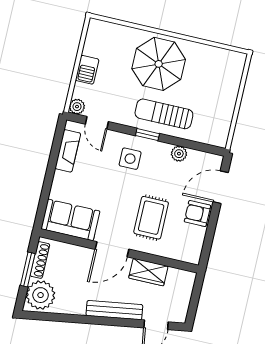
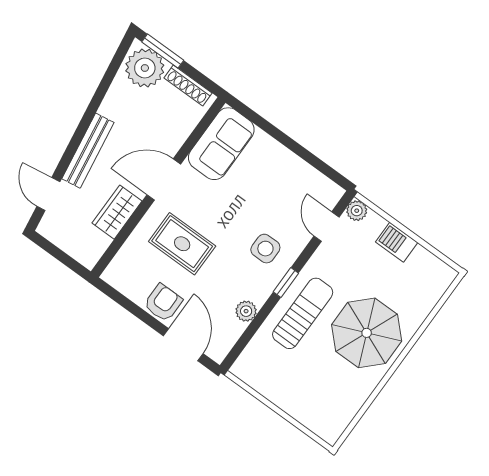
door: (97, 123) -> (326, 227), hinge flipped
fireplace: (68, 151) -> (307, 176), removed
door: (112, 249) -> (164, 179), hinge flipped
window: (28, 270) -> (163, 51), moved

